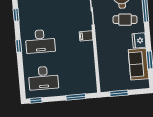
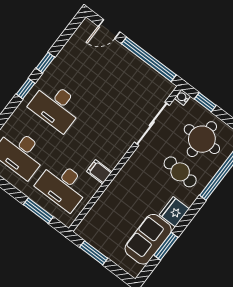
window: (16, 15) -> (45, 63), moved
filing cabinet: (86, 36) -> (99, 172), moved
desk: (77, 75) -> (63, 186), added

